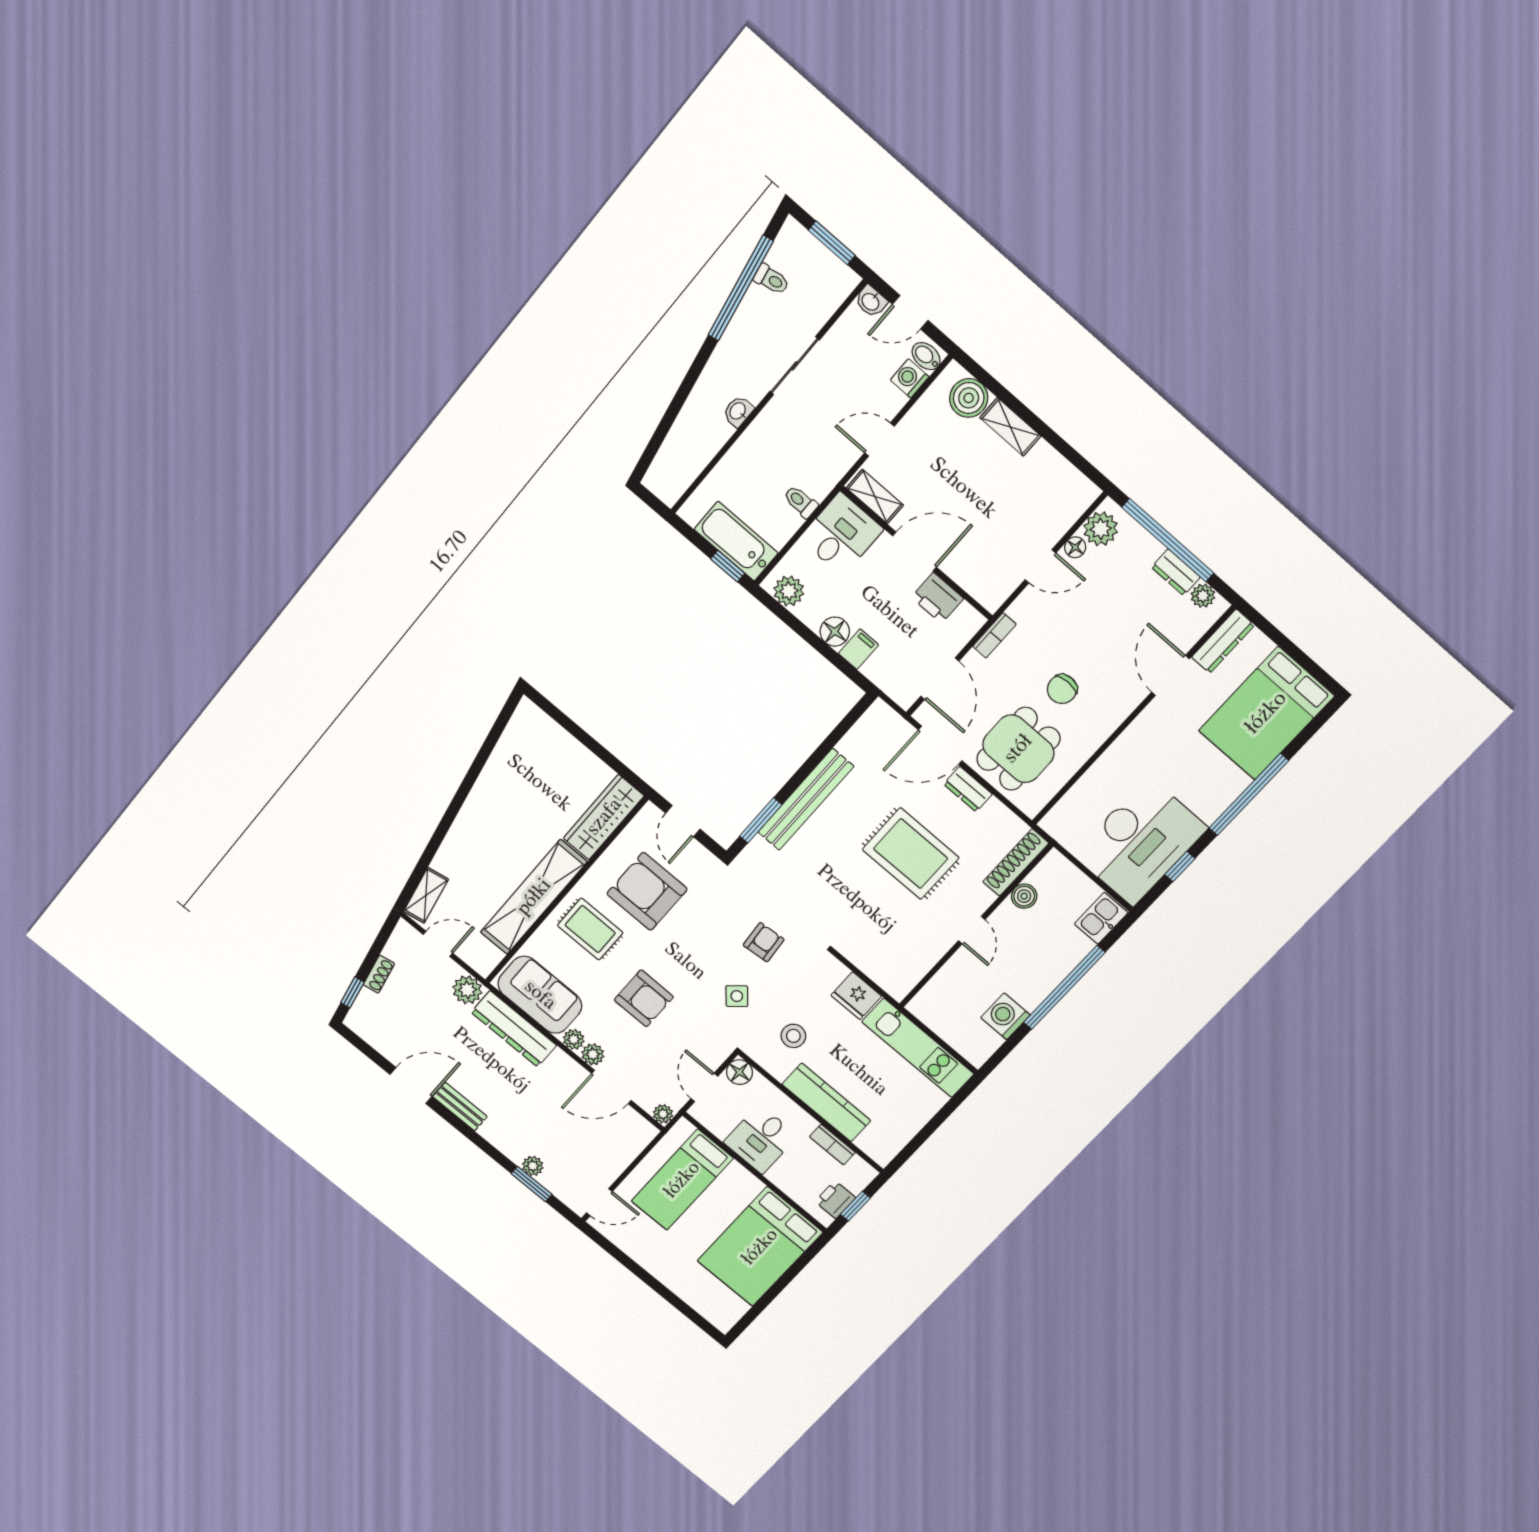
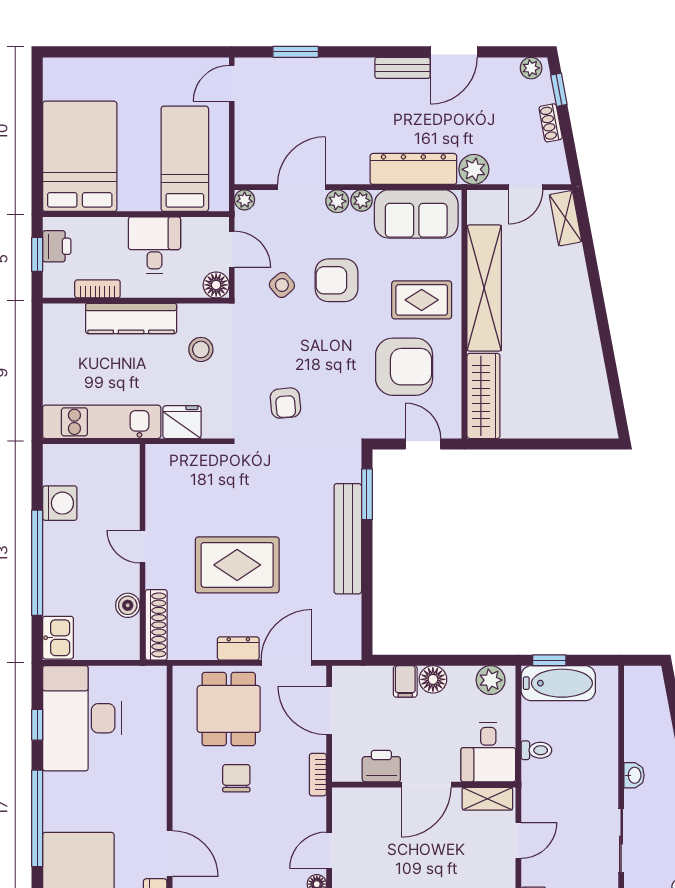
side table: (737, 996) -> (282, 285), moved
plant: (533, 1166) -> (531, 68), moved

